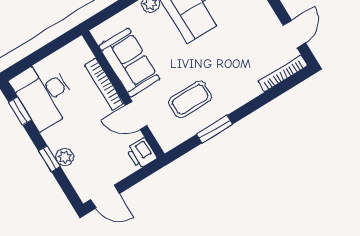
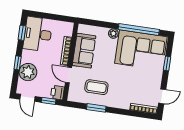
plant: (65, 157) -> (28, 72), width x1.88, depth x1.88
window: (139, 176) -> (49, 101), added

